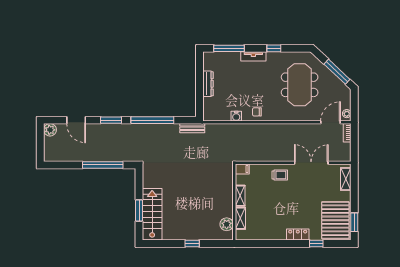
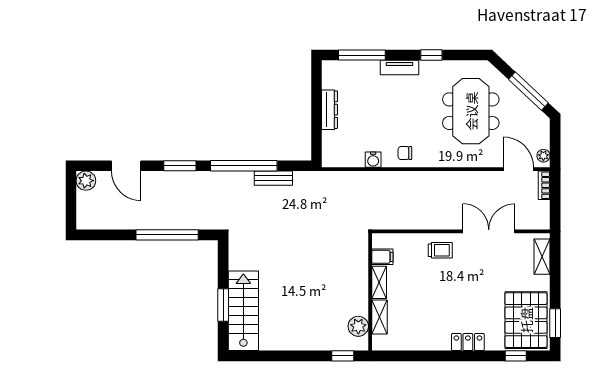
door: (331, 122) -> (519, 169), hinge flipped
bench: (192, 128) -> (273, 178), moved
filing cabinet: (242, 169) -> (382, 257), moved
window: (192, 243) -> (343, 356), moved
window: (316, 243) -> (516, 356), moved

